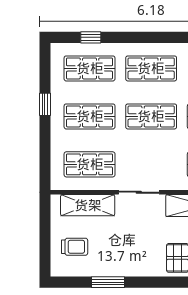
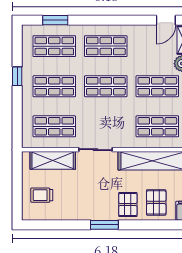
window: (91, 37) -> (55, 20), width x1.50
trolley: (75, 247) -> (42, 195), turned 180
window: (108, 282) -> (104, 225), moved

